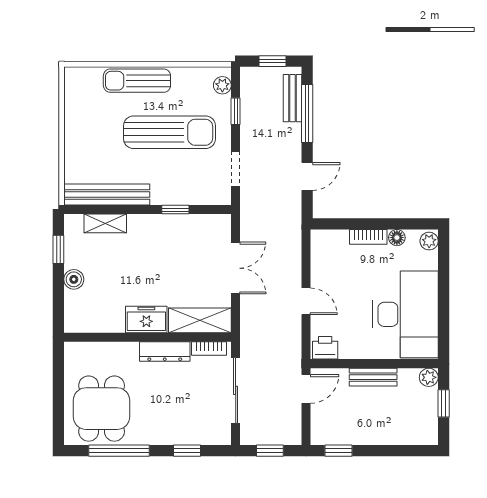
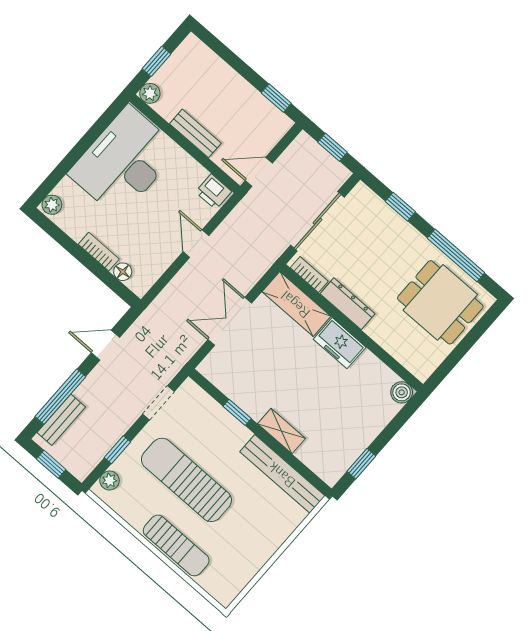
shelving: (105, 223) -> (281, 431), moved
floor lamp: (397, 238) -> (123, 272), moved
boiler: (74, 279) -> (402, 392), moved
dining table: (102, 409) -> (440, 302), turned 90

